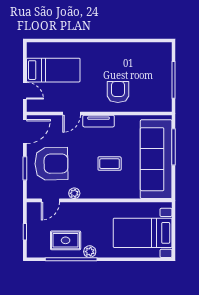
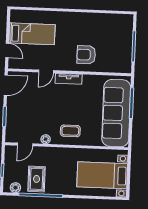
armchair: (118, 92) -> (86, 55), turned -90
armchair: (51, 164) -> (27, 113), removed
coffee table: (110, 164) -> (70, 131), moved
rug: (66, 240) -> (37, 179), turned 90
plant: (90, 252) -> (15, 188), moved

